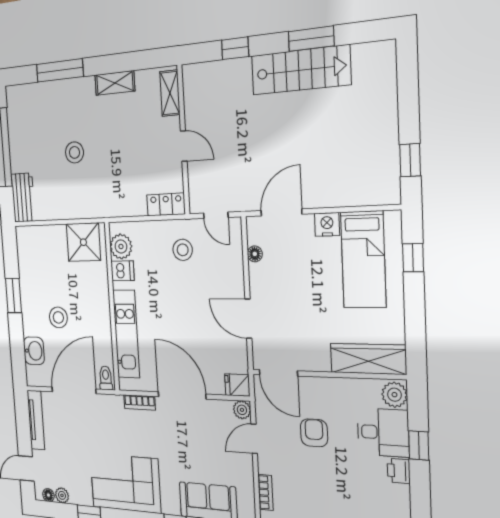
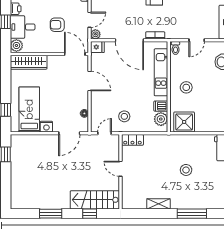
stairs: (301, 70) -> (95, 200), moved
shelving: (170, 93) -> (127, 196), removed
door: (216, 215) -> (105, 133), hinge flipped
stool: (58, 317) -> (186, 87), moved
door: (74, 390) -> (197, 40), width x0.53
armchair: (314, 433) -> (57, 25), turned 90

